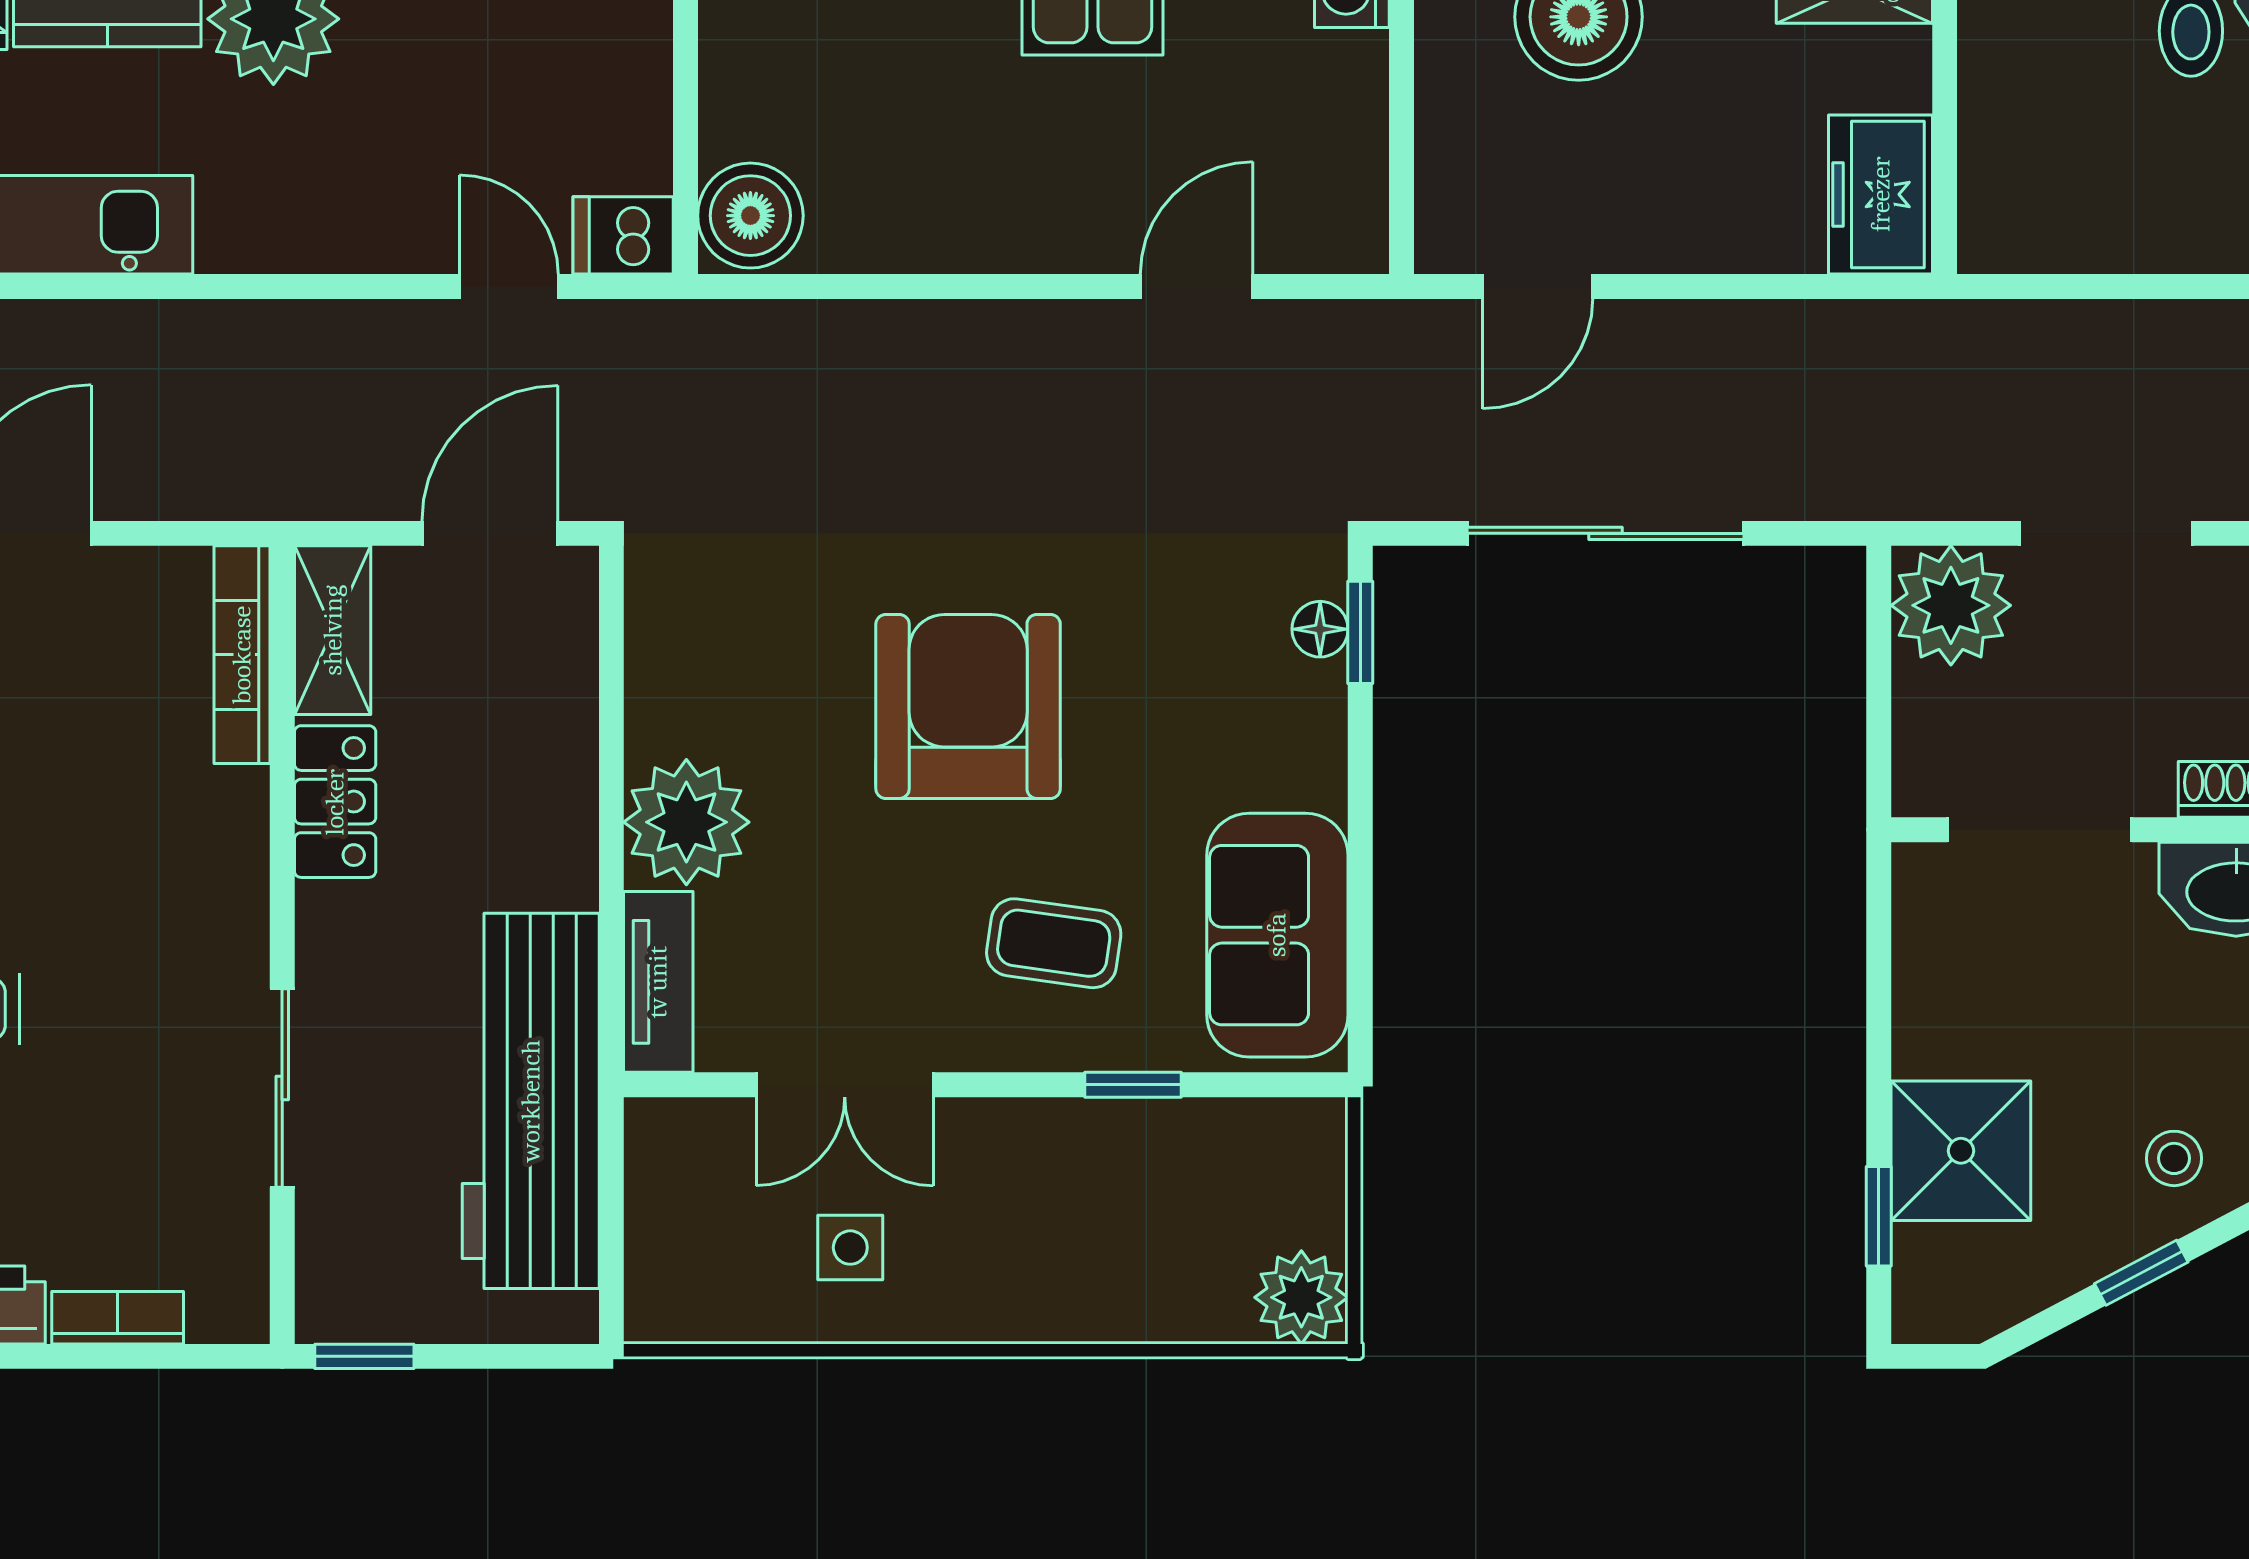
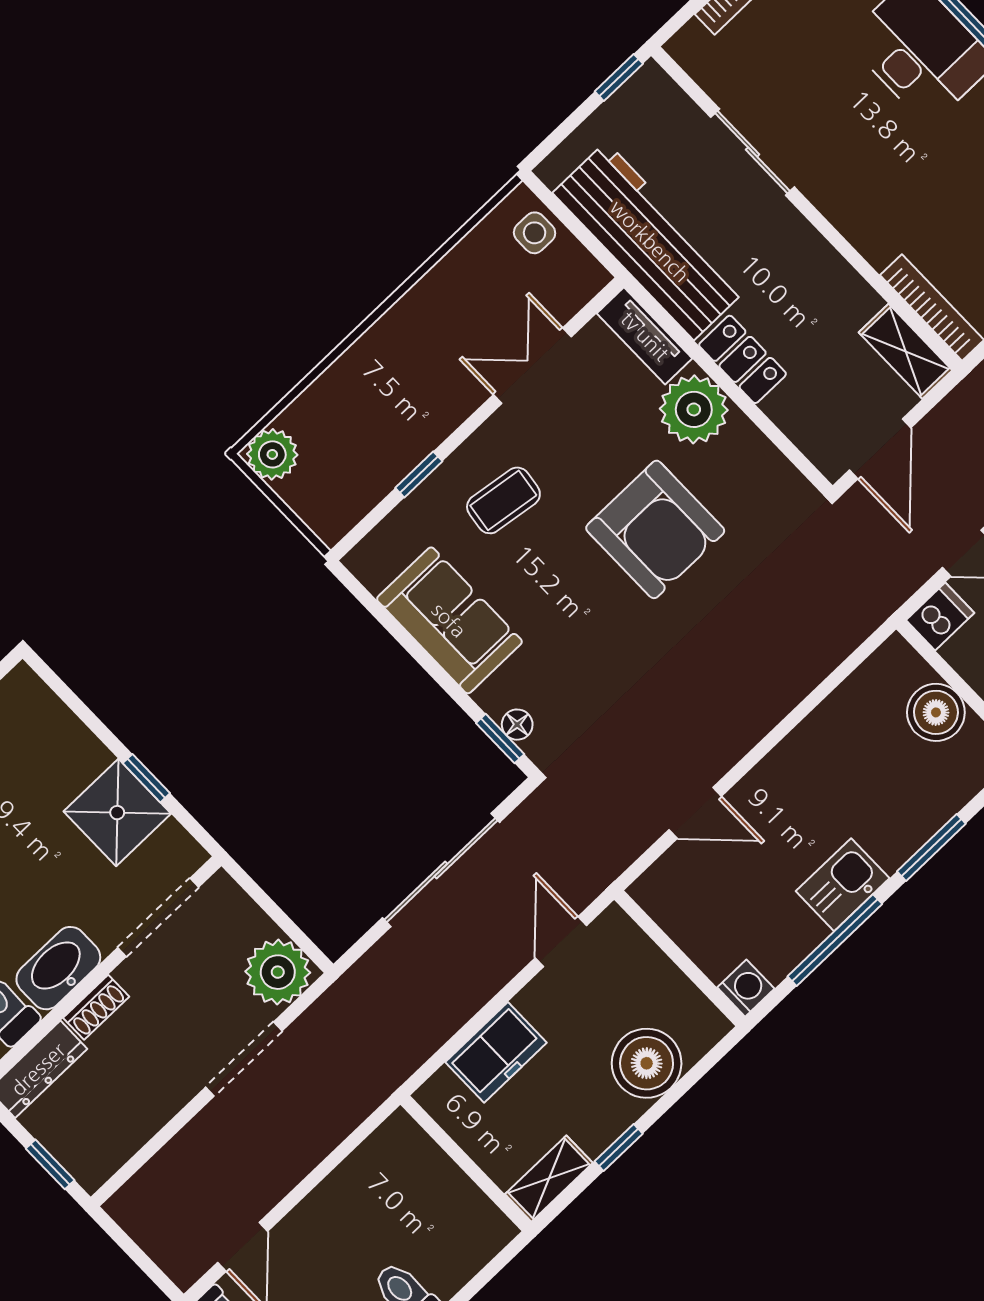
freezer: (1881, 194) -> (496, 1052), moved, turned 90
boiler: (750, 216) -> (936, 712), moved
door: (1197, 286) -> (695, 813), hinge flipped
armchair: (968, 706) -> (655, 529), moved
locker: (335, 802) -> (743, 359), moved, turned 180
sofa: (1277, 935) -> (449, 620), moved
shower: (1961, 1151) -> (117, 813), moved
window: (1879, 1216) -> (146, 778), moved
side table: (850, 1248) -> (535, 233), moved

